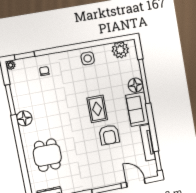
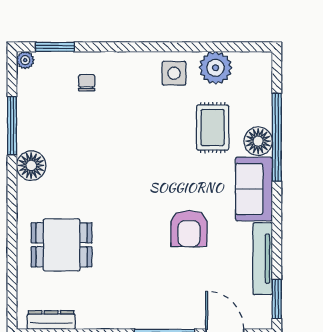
plant: (120, 50) -> (216, 68), moved
rug: (97, 109) -> (213, 128), moved
dining table: (47, 155) -> (62, 245), turned 90

